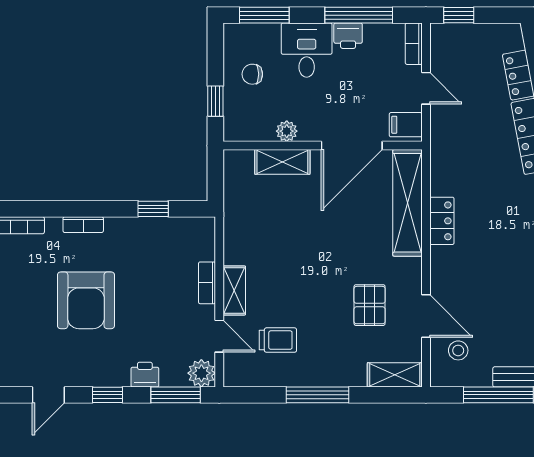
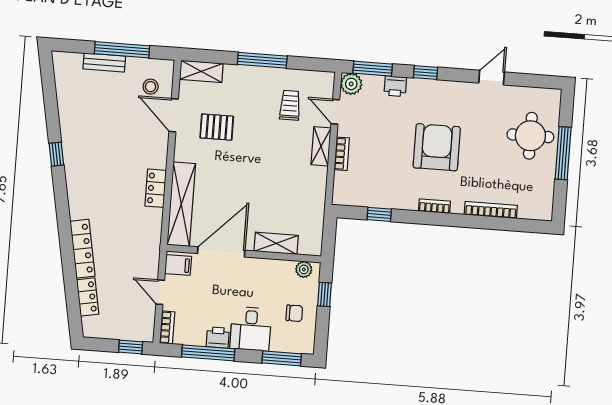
plant: (287, 131) -> (304, 269), moved
pallet: (370, 305) -> (217, 127), turned 90
trolley: (278, 340) -> (290, 105), turned 90
door: (48, 395) -> (492, 78), moved

